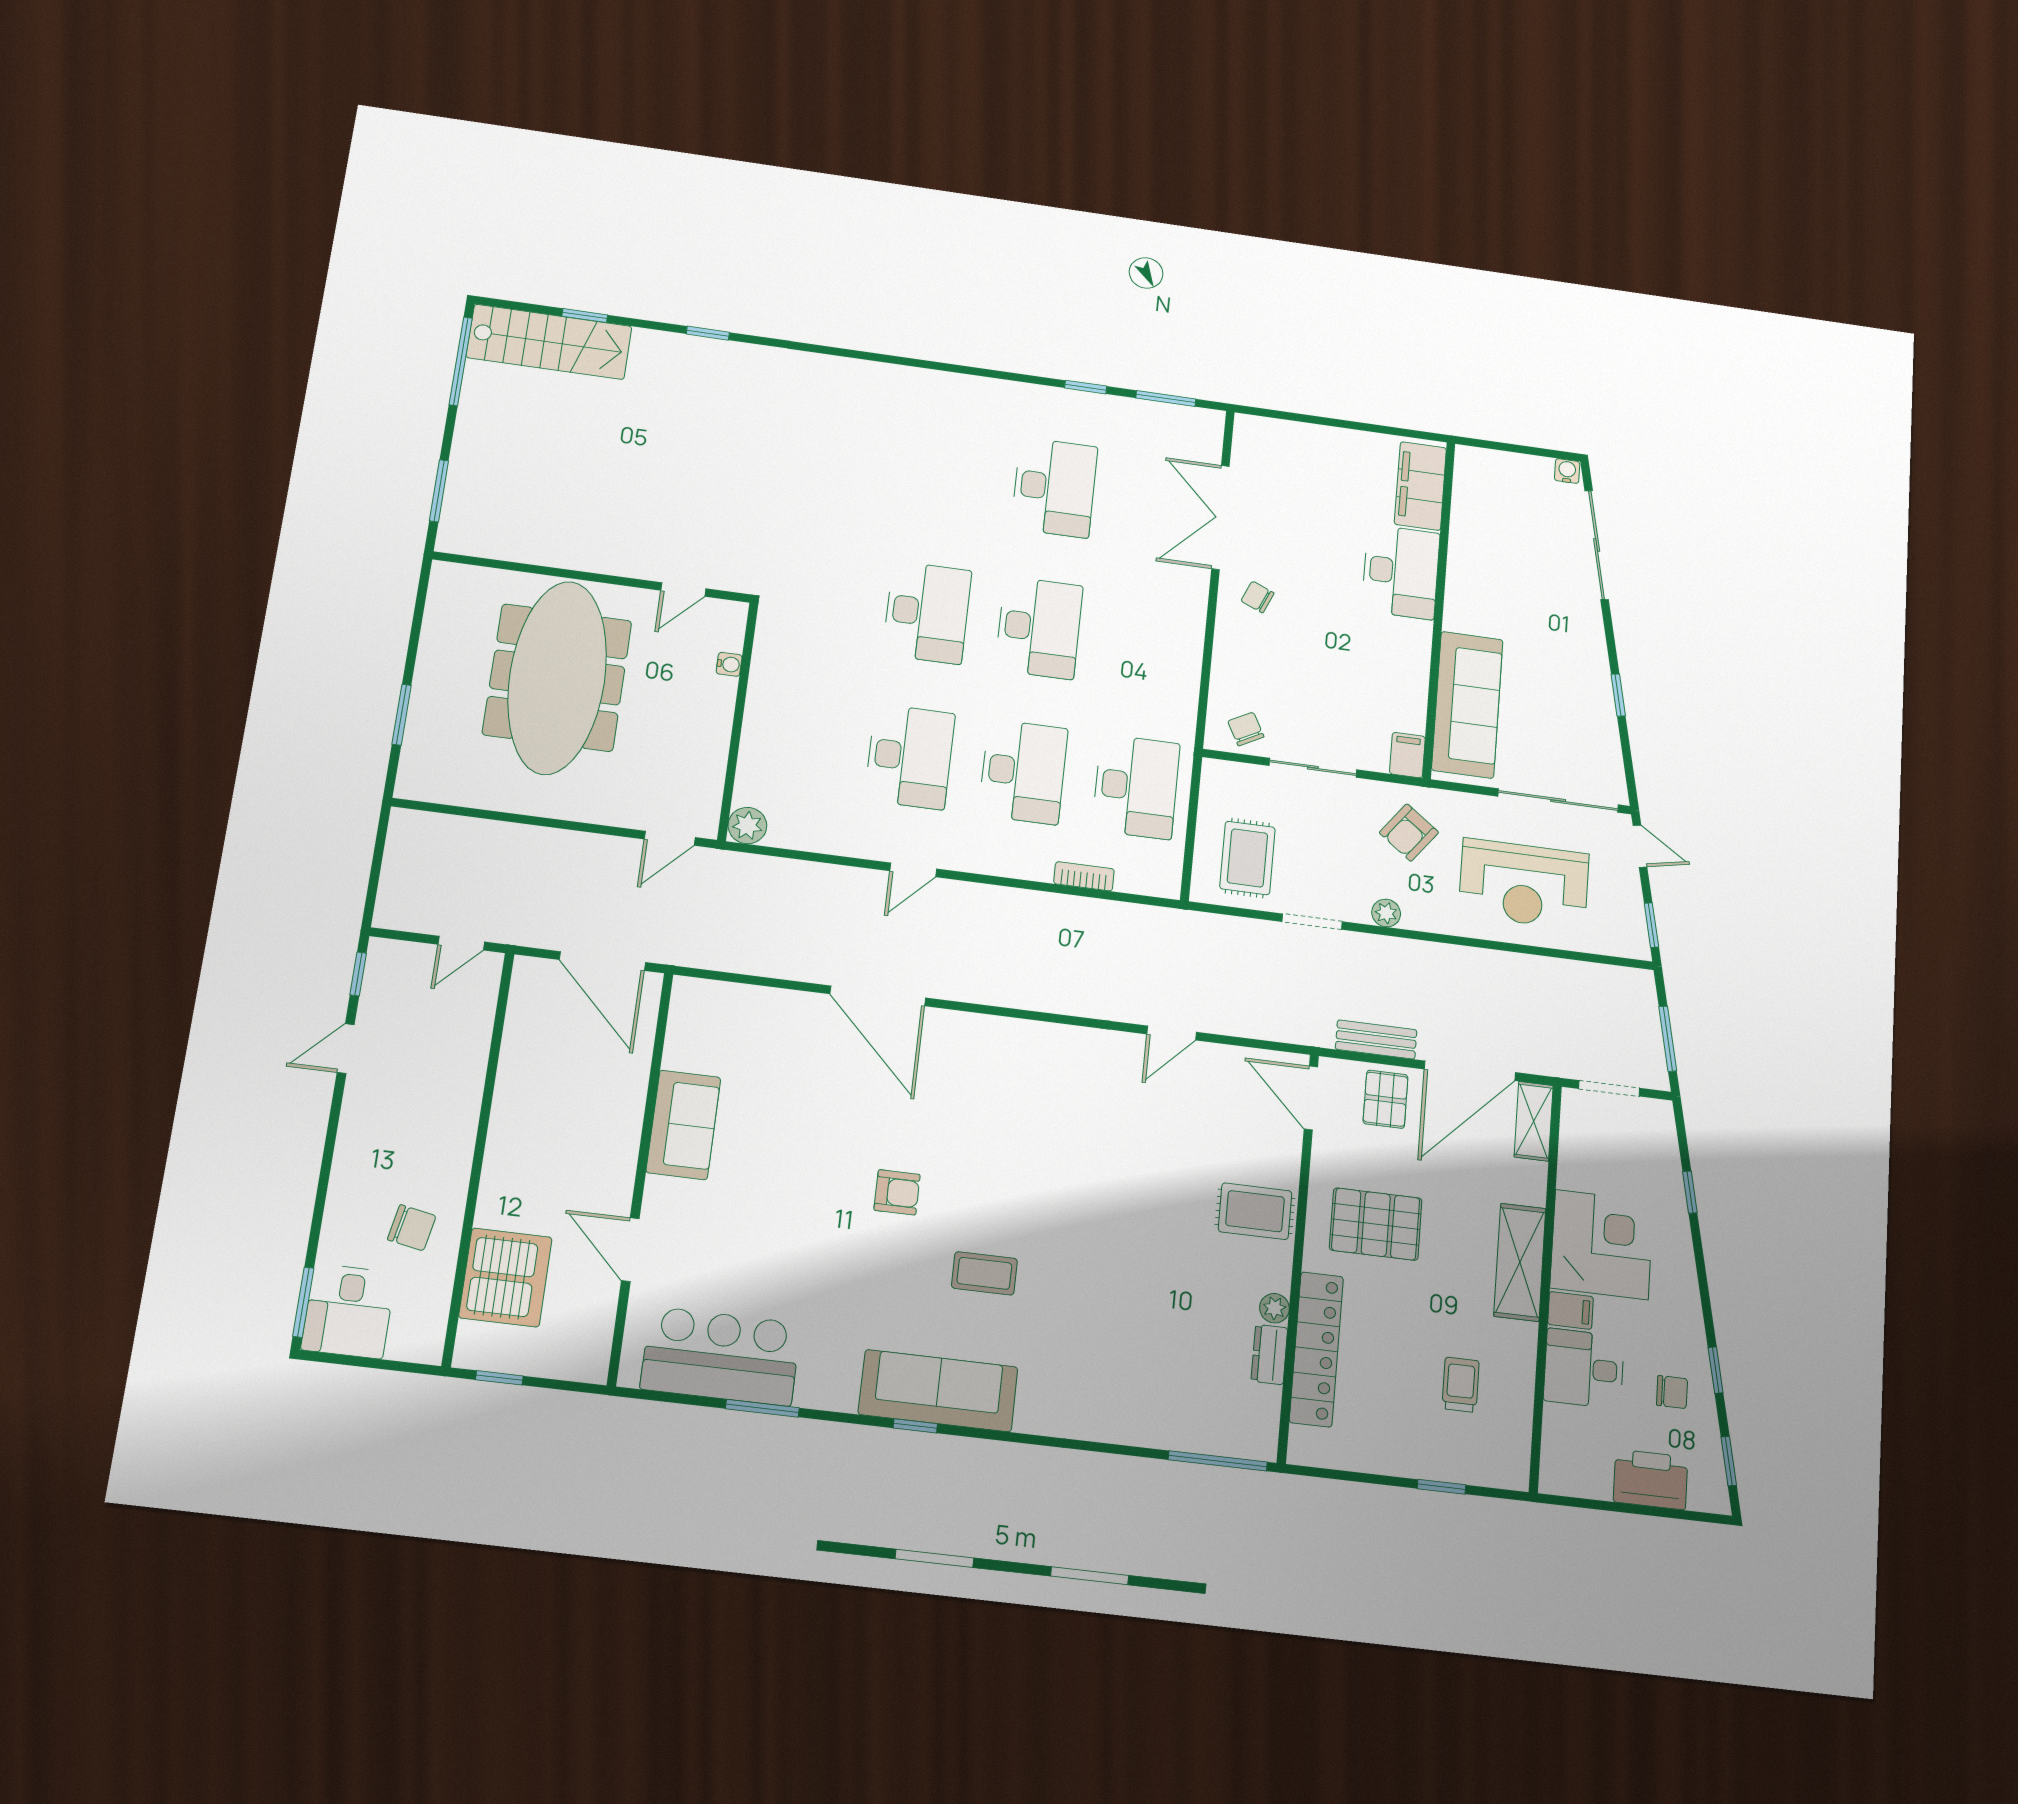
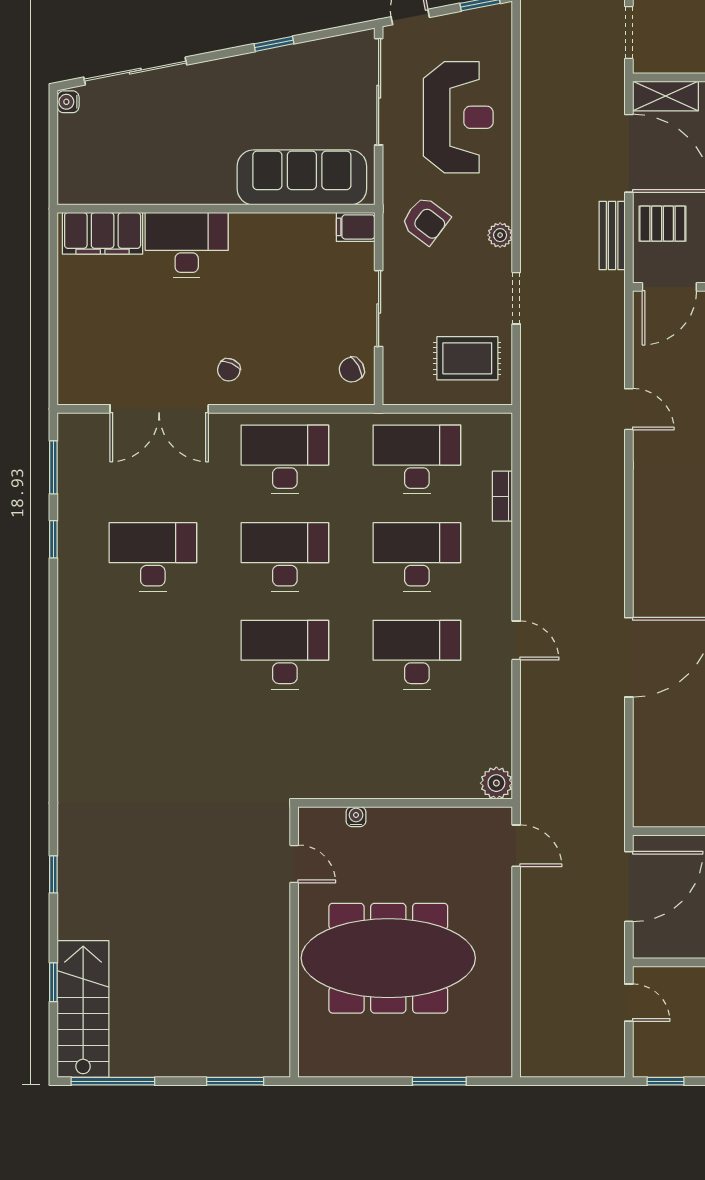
desk: (1150, 643) -> (285, 460), added

